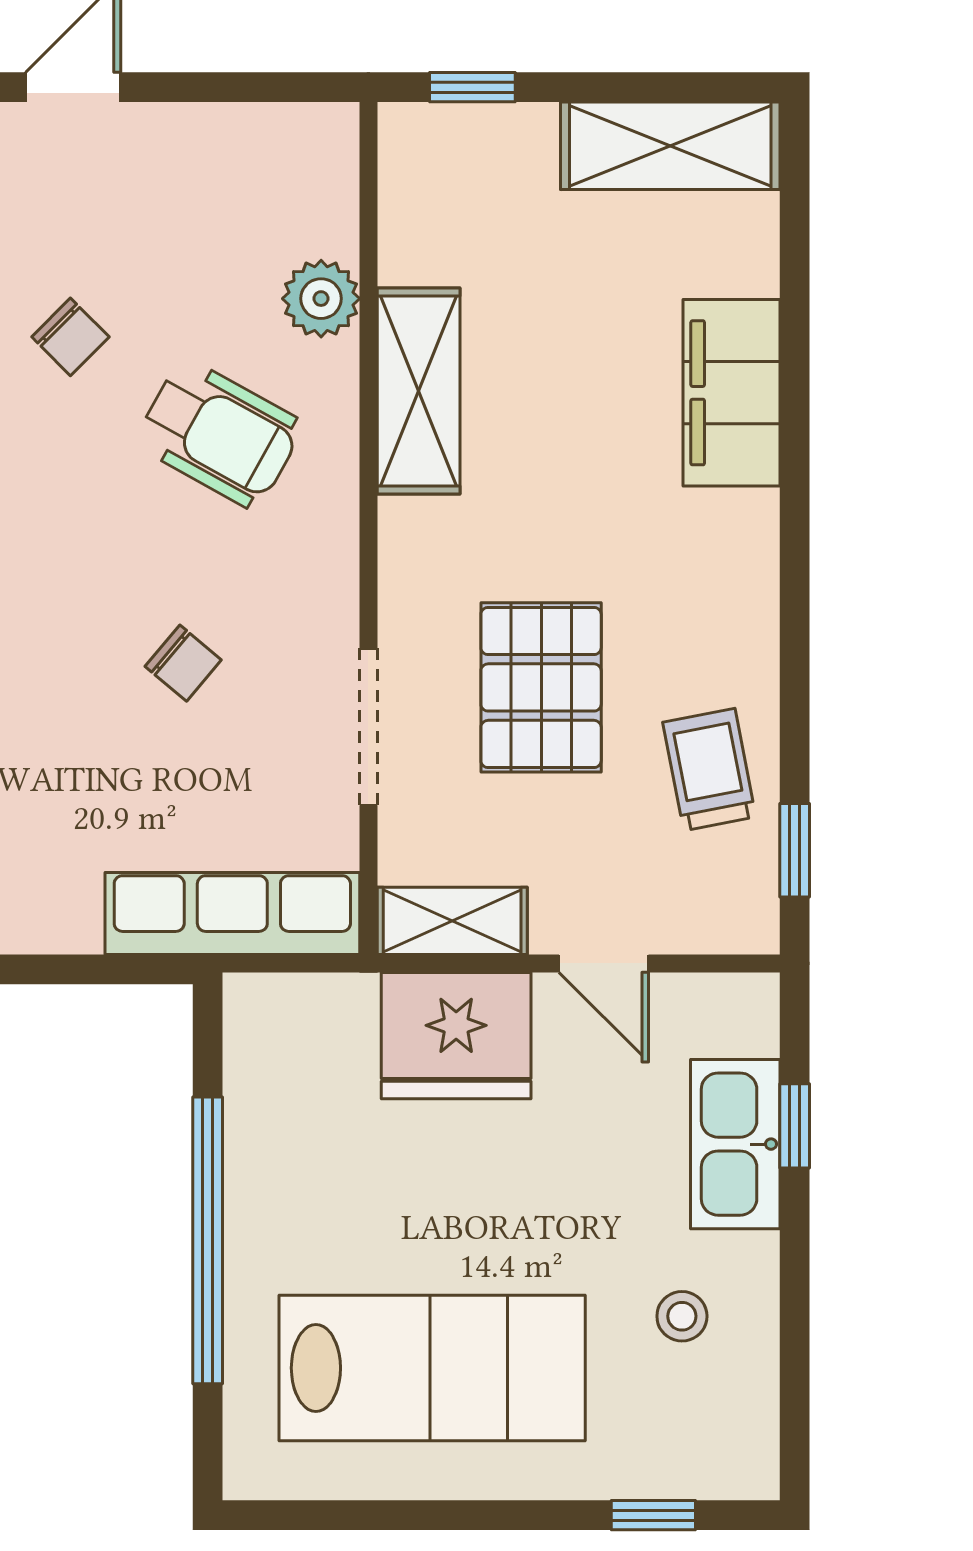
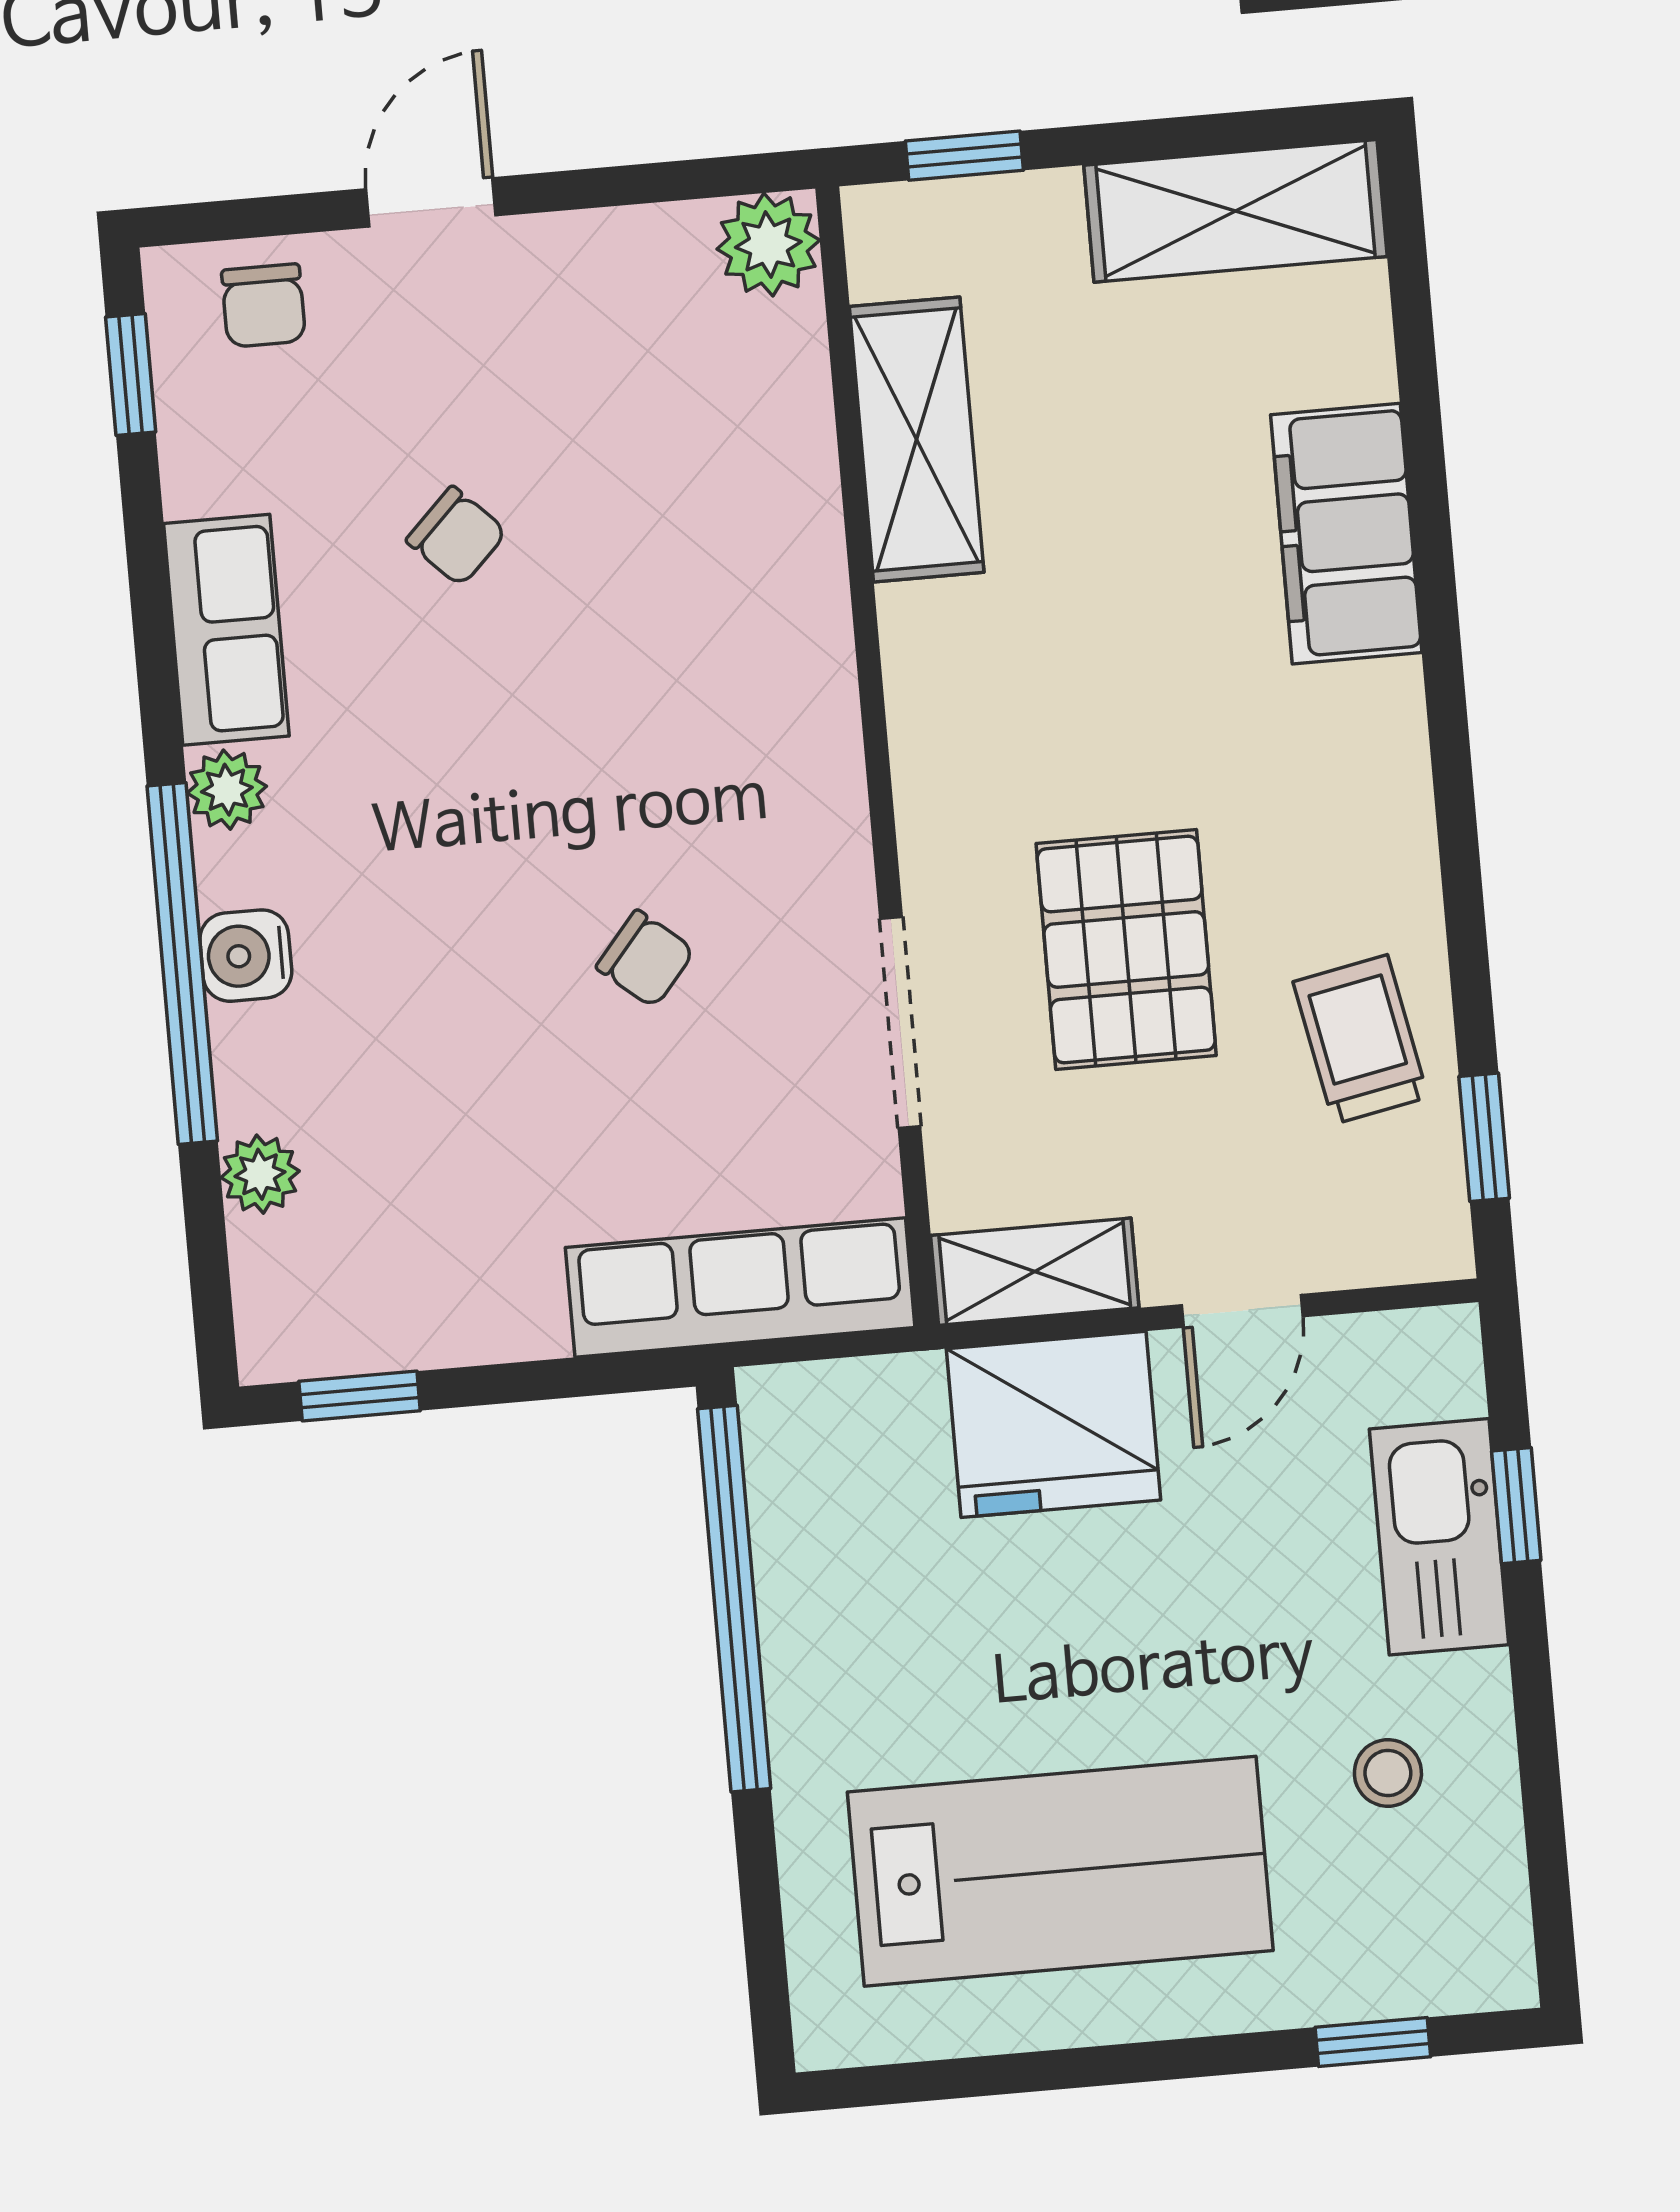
plant: (321, 299) -> (768, 245), moved
shelving: (419, 391) -> (917, 439), moved
wheelchair: (219, 434) -> (667, 648), removed
door: (604, 963) -> (1242, 1311), hinge flipped
window: (208, 1240) -> (734, 1599), moved

